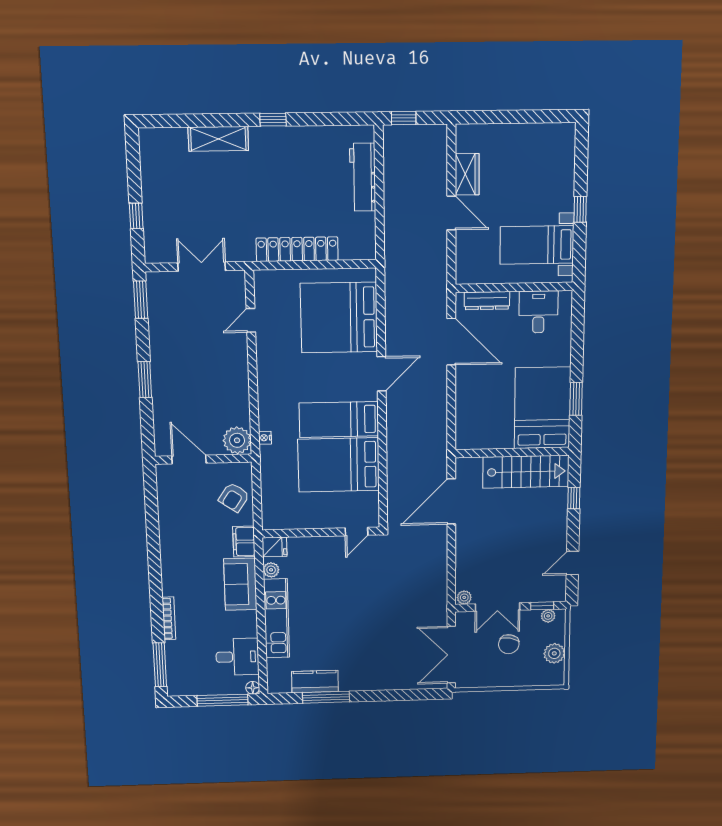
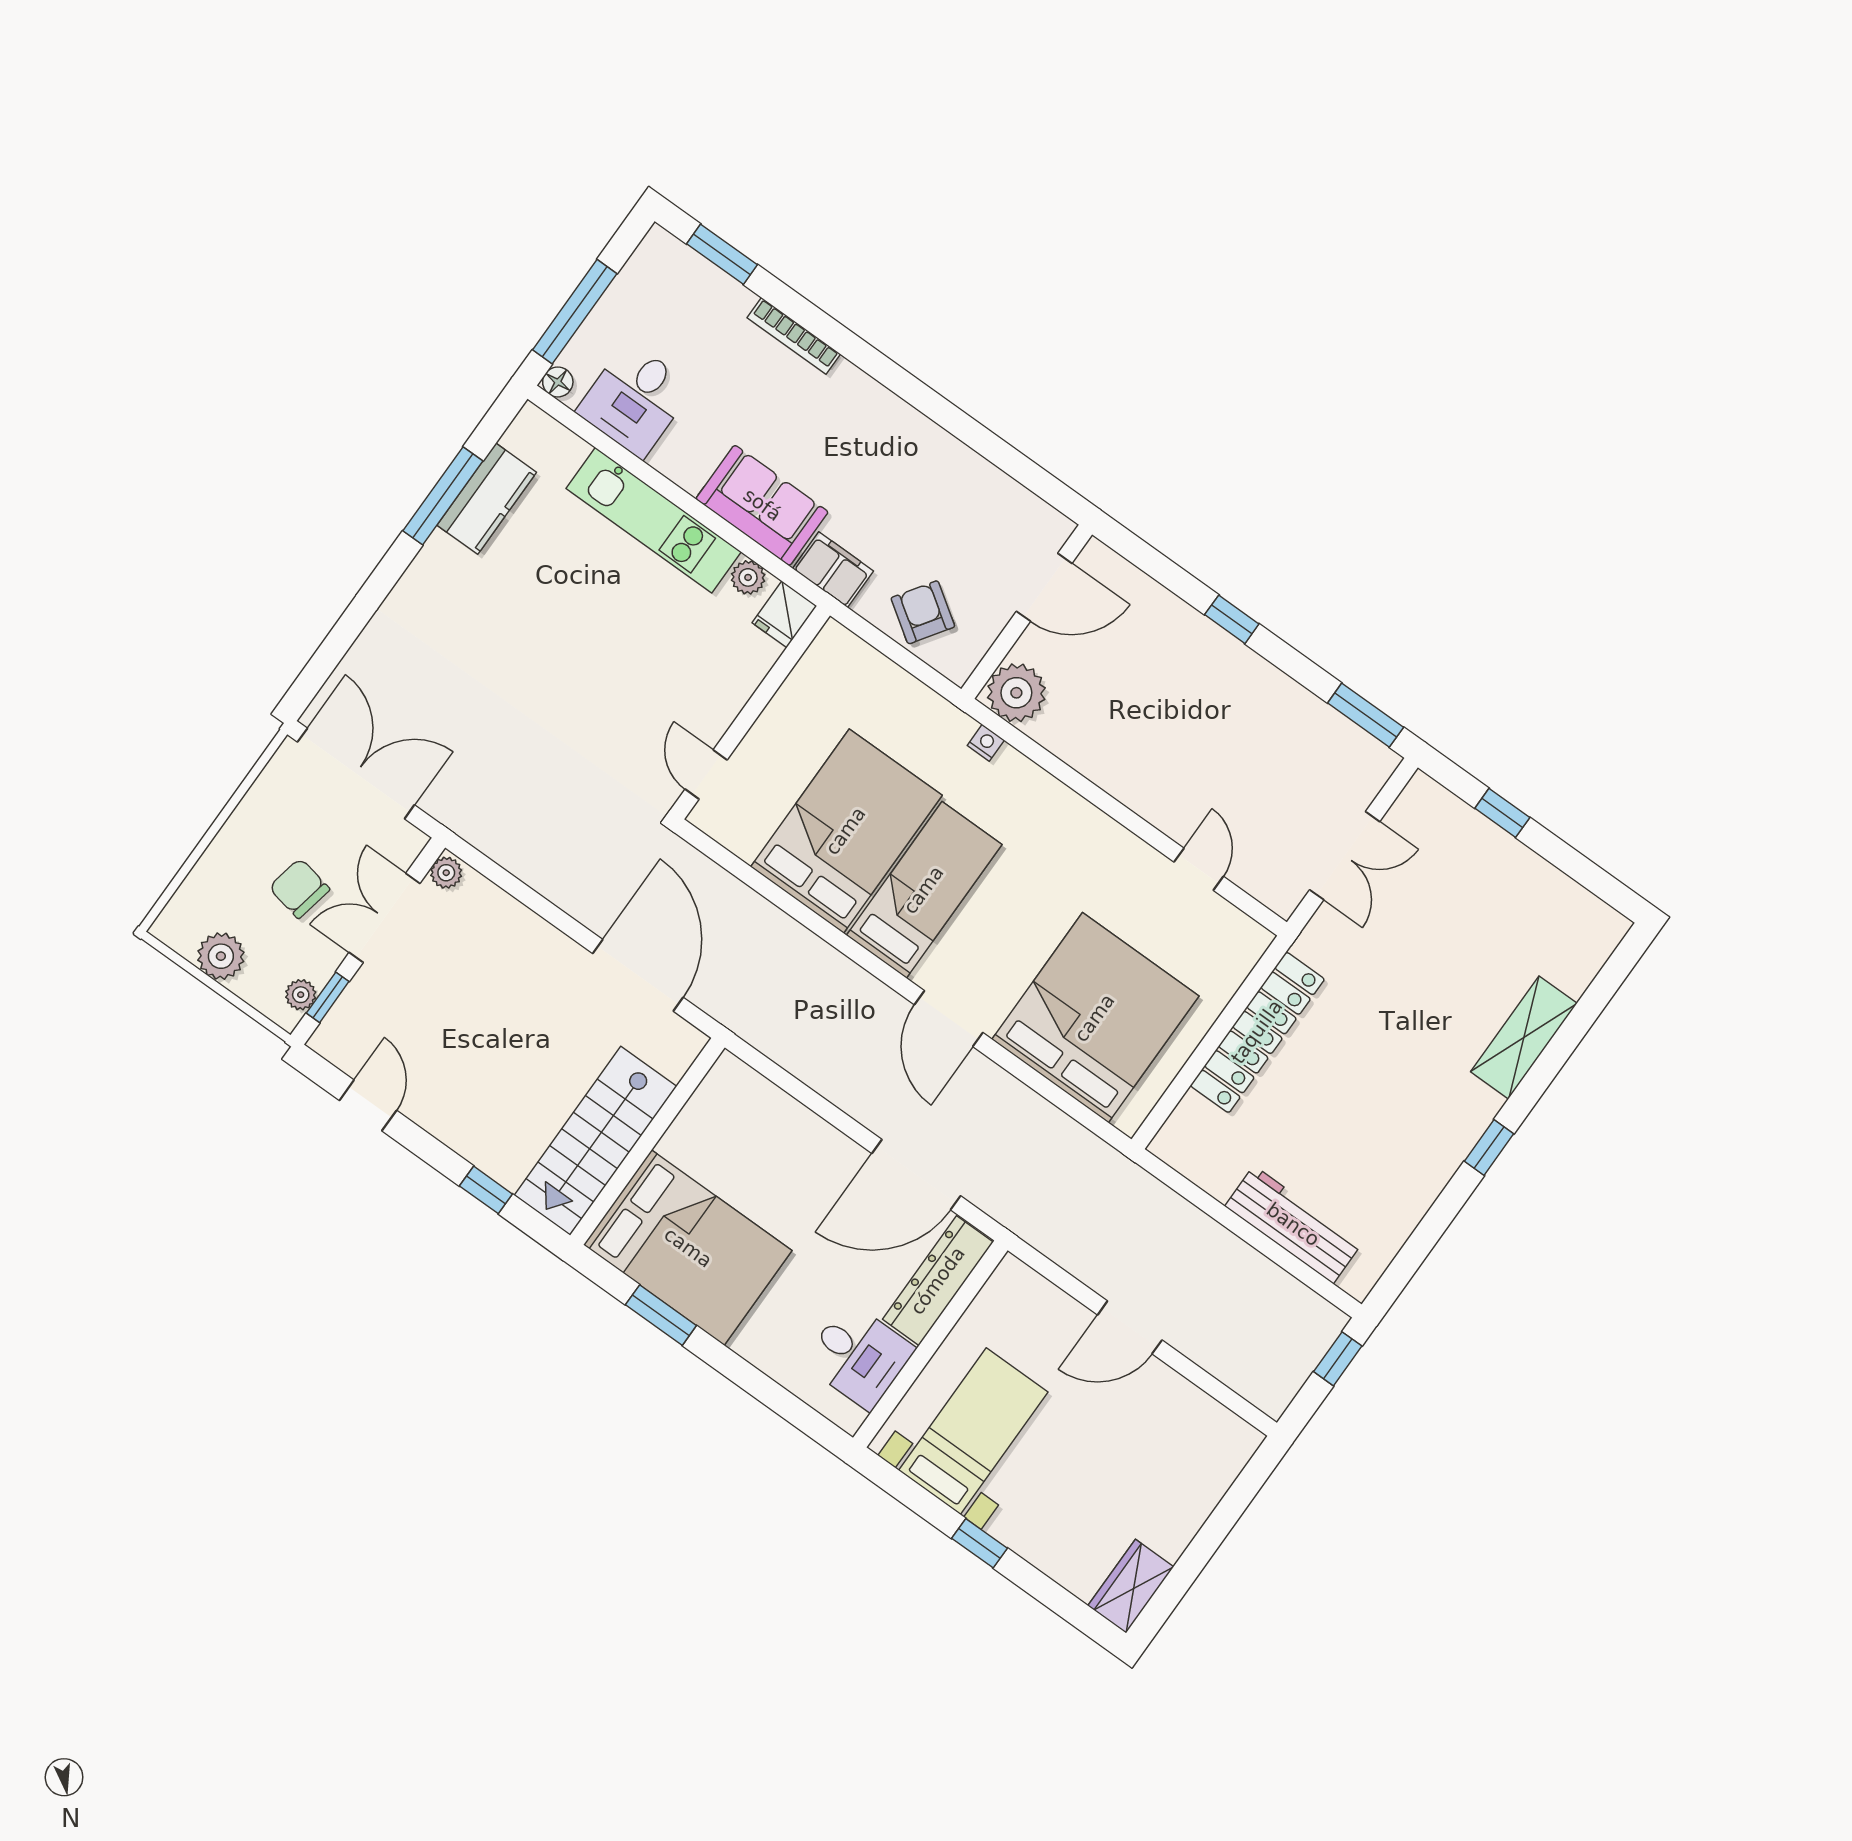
wardrobe: (467, 174) -> (1131, 1586), moved, turned 90
dresser: (487, 301) -> (938, 1281), width x1.37, depth x1.24
window: (145, 380) -> (1232, 619), width x0.67
window: (160, 665) -> (722, 254), width x0.69

